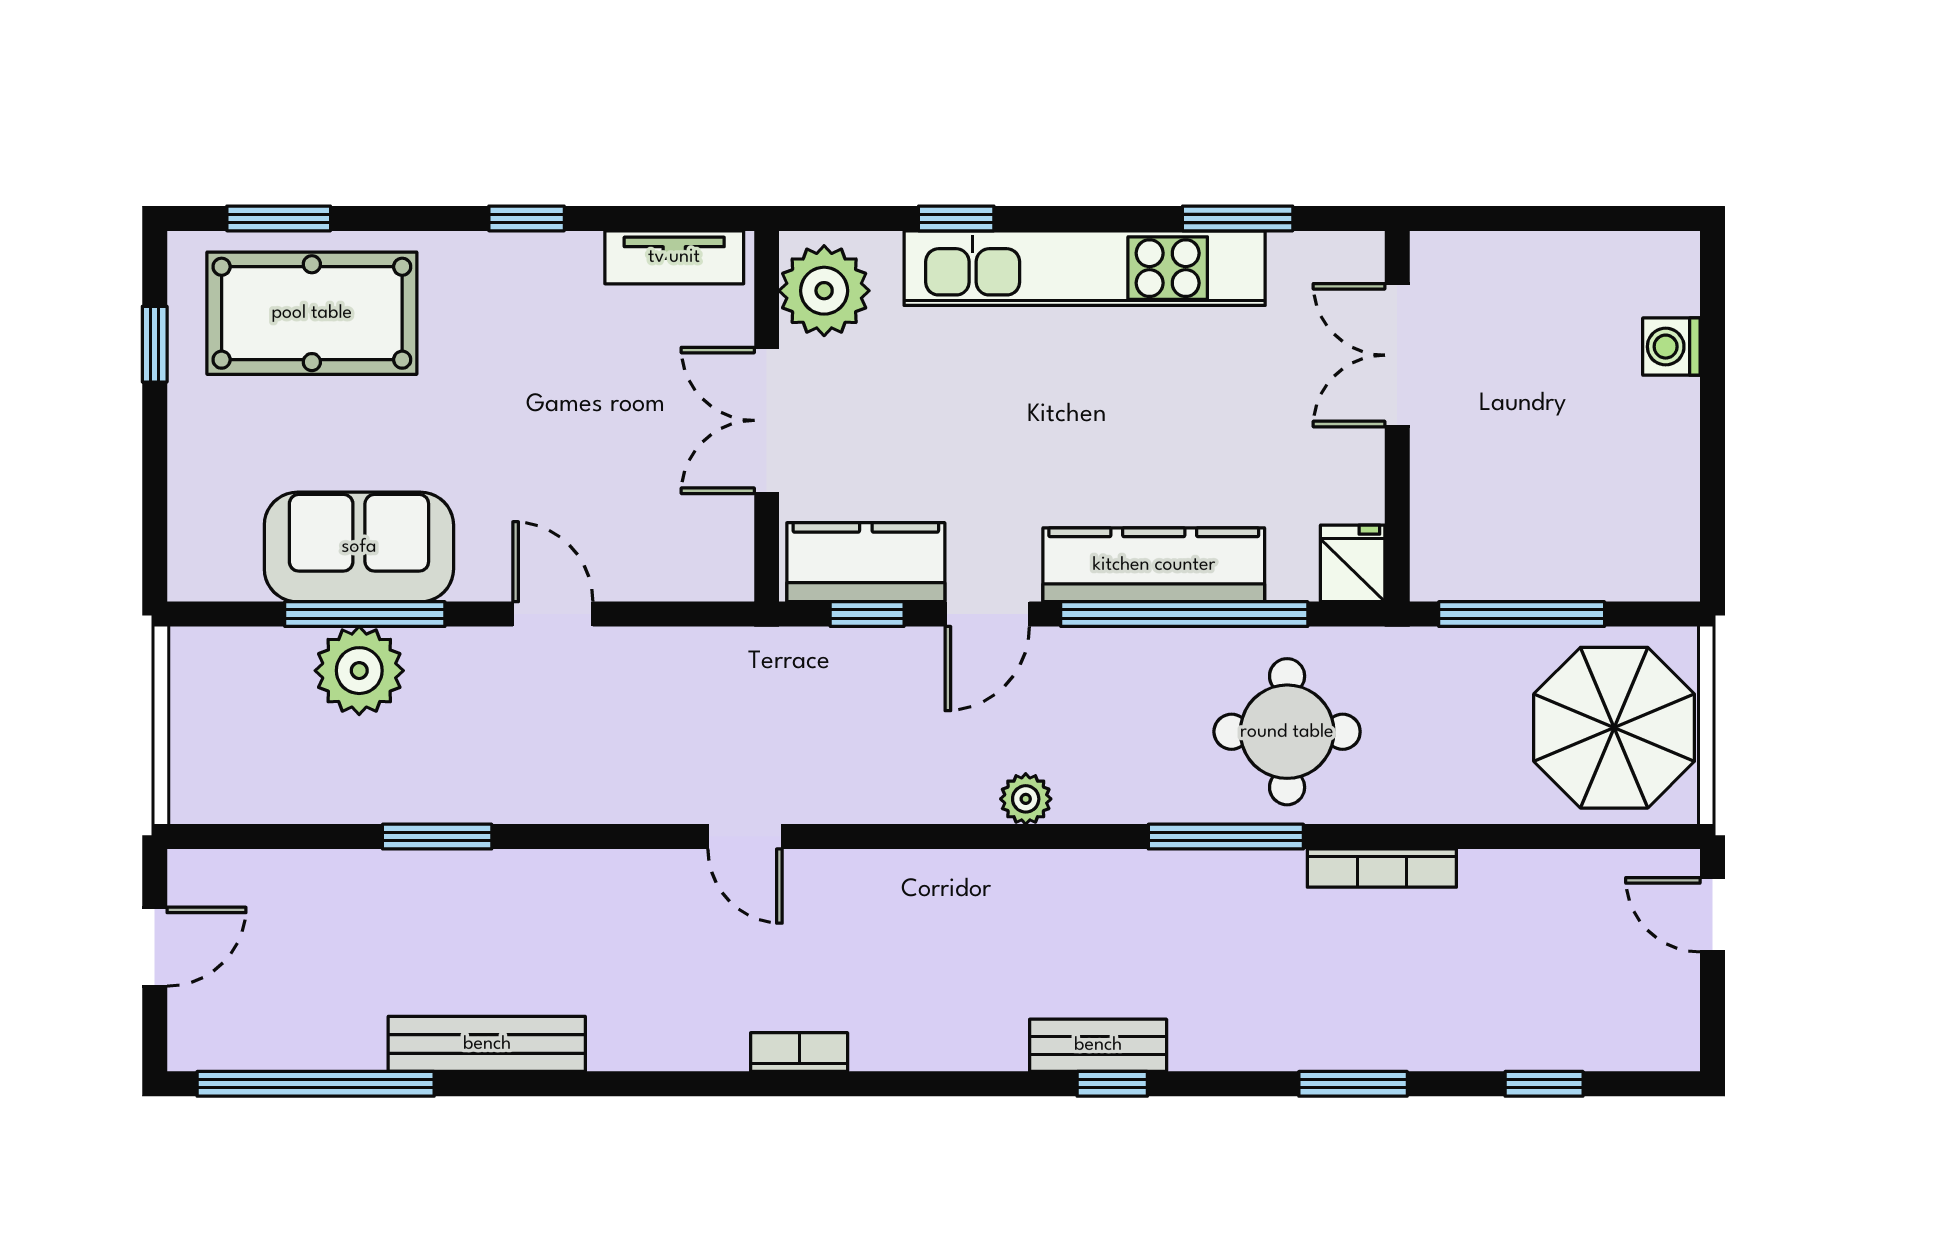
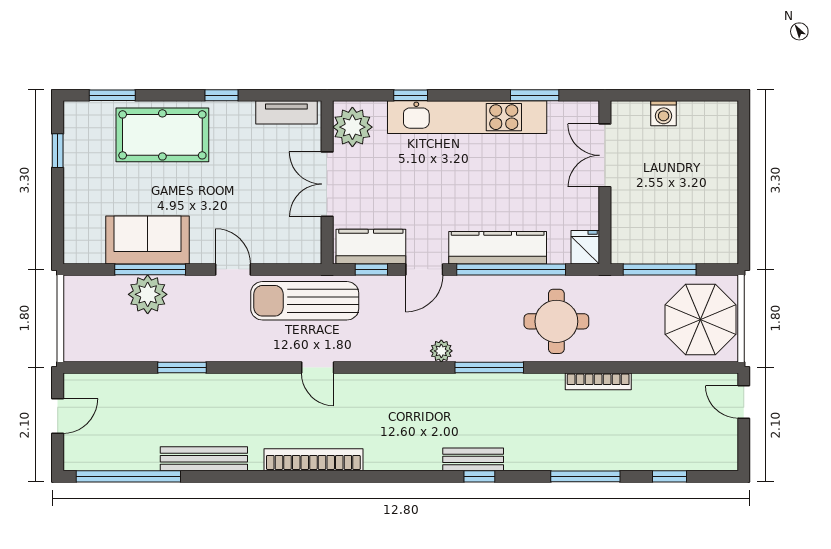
pool table: (312, 313) -> (162, 135), moved
washing machine: (1671, 347) -> (664, 113), moved, turned -90
sun lounger: (716, 685) -> (305, 301), added
window: (1226, 837) -> (489, 368), moved
bookcase: (799, 1052) -> (313, 460), width x2.31, depth x1.31
window: (1353, 1084) -> (585, 476), width x1.44

